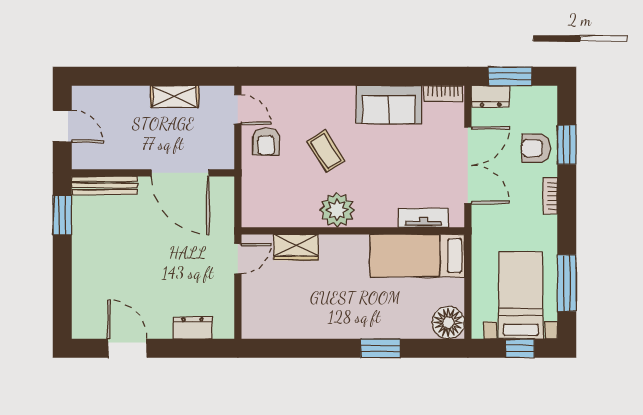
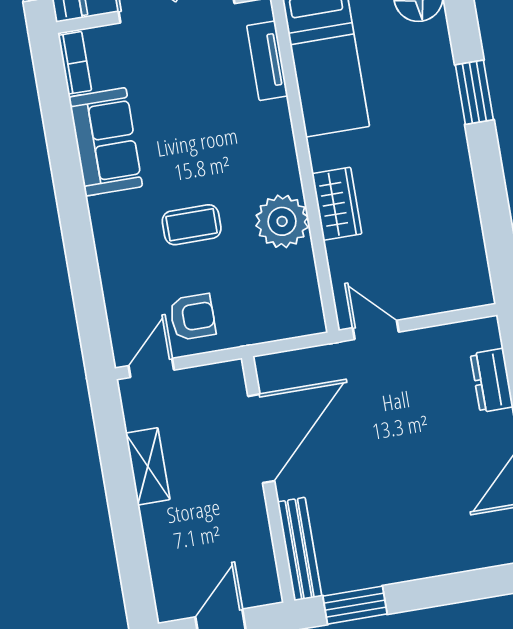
coffee table: (326, 151) -> (192, 225), turned 33
plant: (337, 210) -> (282, 221), moved
wardrobe: (296, 247) -> (337, 204), moved

